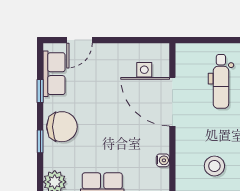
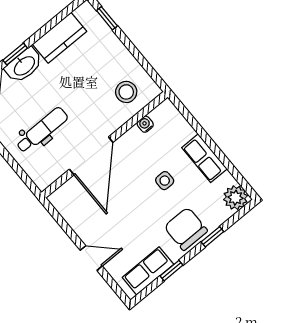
door: (80, 40) -> (91, 258), moved
side table: (144, 70) -> (165, 181), moved
stool: (214, 166) -> (126, 92), moved

